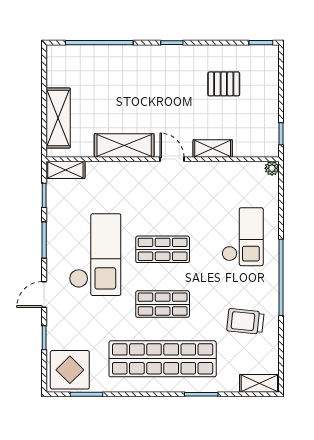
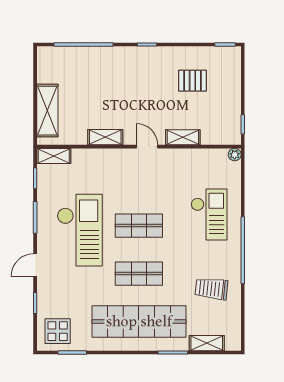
shelving: (124, 145) -> (105, 137), width x0.67, depth x0.75
display table: (70, 370) -> (58, 331), width x0.73, depth x0.73
shelving: (259, 383) -> (207, 343), moved

